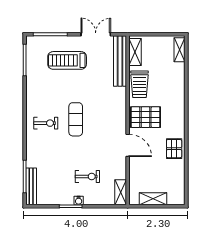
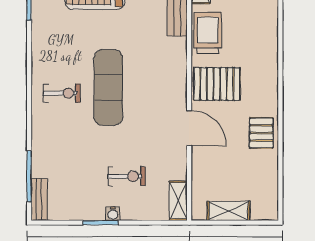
trolley: (140, 84) -> (208, 33), turned 180
exercise mat: (76, 119) -> (108, 87), width x1.36, depth x1.45
bench: (31, 186) -> (39, 199), width x0.73

